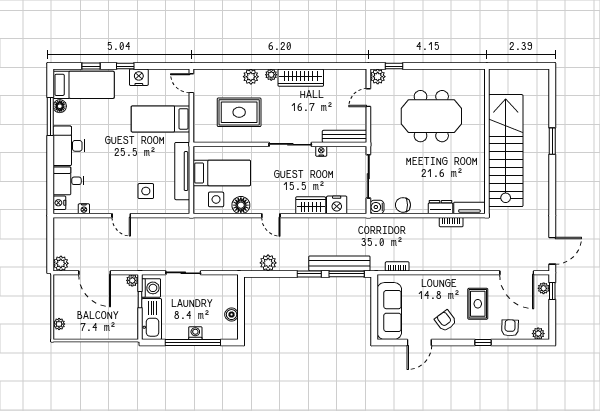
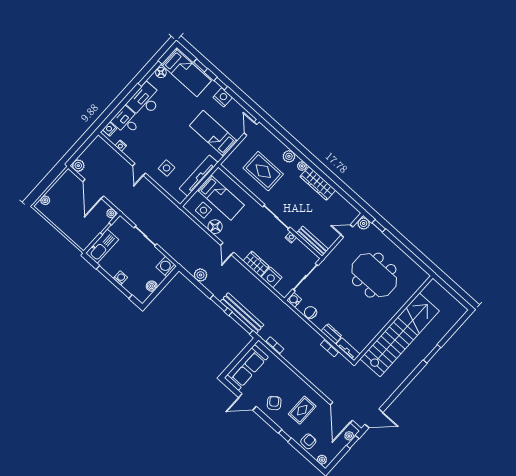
washing machine: (151, 288) -> (166, 267), moved, turned 180

